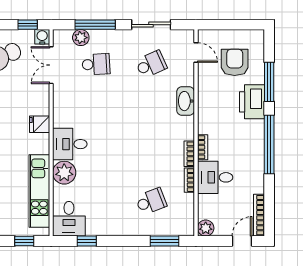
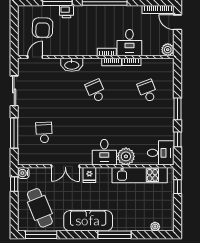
plant: (81, 38) -> (24, 144), removed
armchair: (235, 62) -> (43, 28), turned -88
school desk: (151, 64) -> (96, 91), moved
double door: (51, 65) -> (65, 166), moved
printer: (252, 102) -> (66, 12), width x0.53, depth x0.68
window: (165, 241) -> (177, 109), moved

